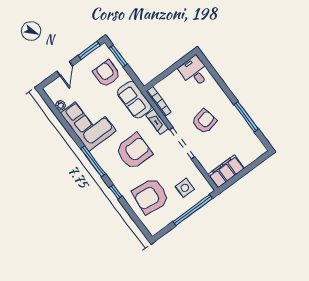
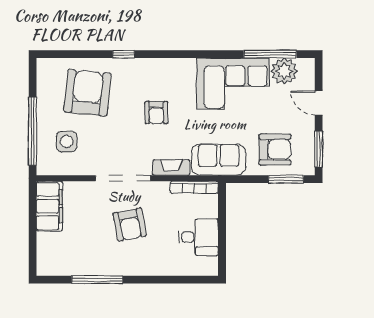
desk: (194, 72) -> (198, 237), moved
plant: (60, 105) -> (284, 71), width x1.88, depth x1.88
armchair: (134, 151) -> (156, 113), width x0.53, depth x0.53
window: (93, 161) -> (270, 54), moved

